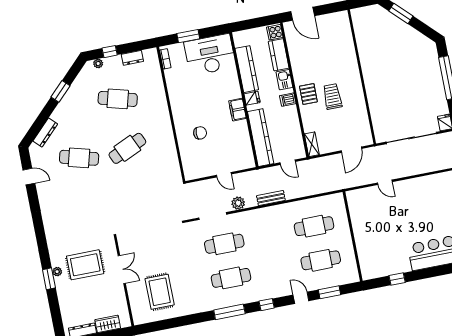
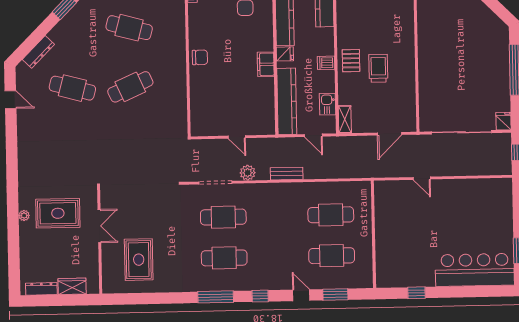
kitchen sink: (284, 80) -> (327, 104), moved
chair: (200, 133) -> (200, 57), moved
window: (49, 279) -> (13, 222), removed

